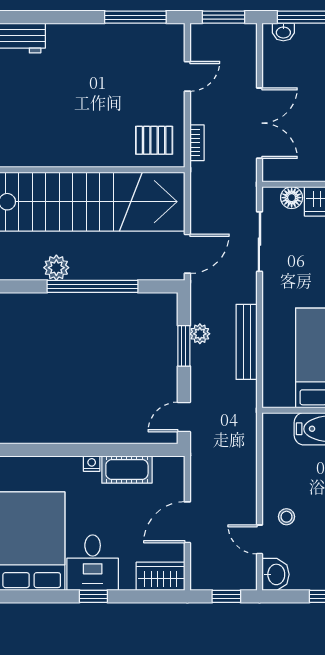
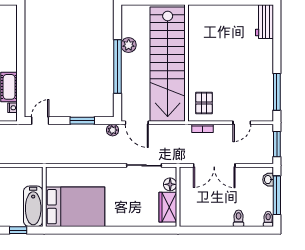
door: (187, 76) -> (242, 123), hinge flipped
plant: (200, 334) -> (113, 130), moved
bench: (247, 342) -> (85, 158), removed
door: (184, 417) -> (40, 121), hinge flipped
nightstand: (92, 464) -> (13, 108), moved

